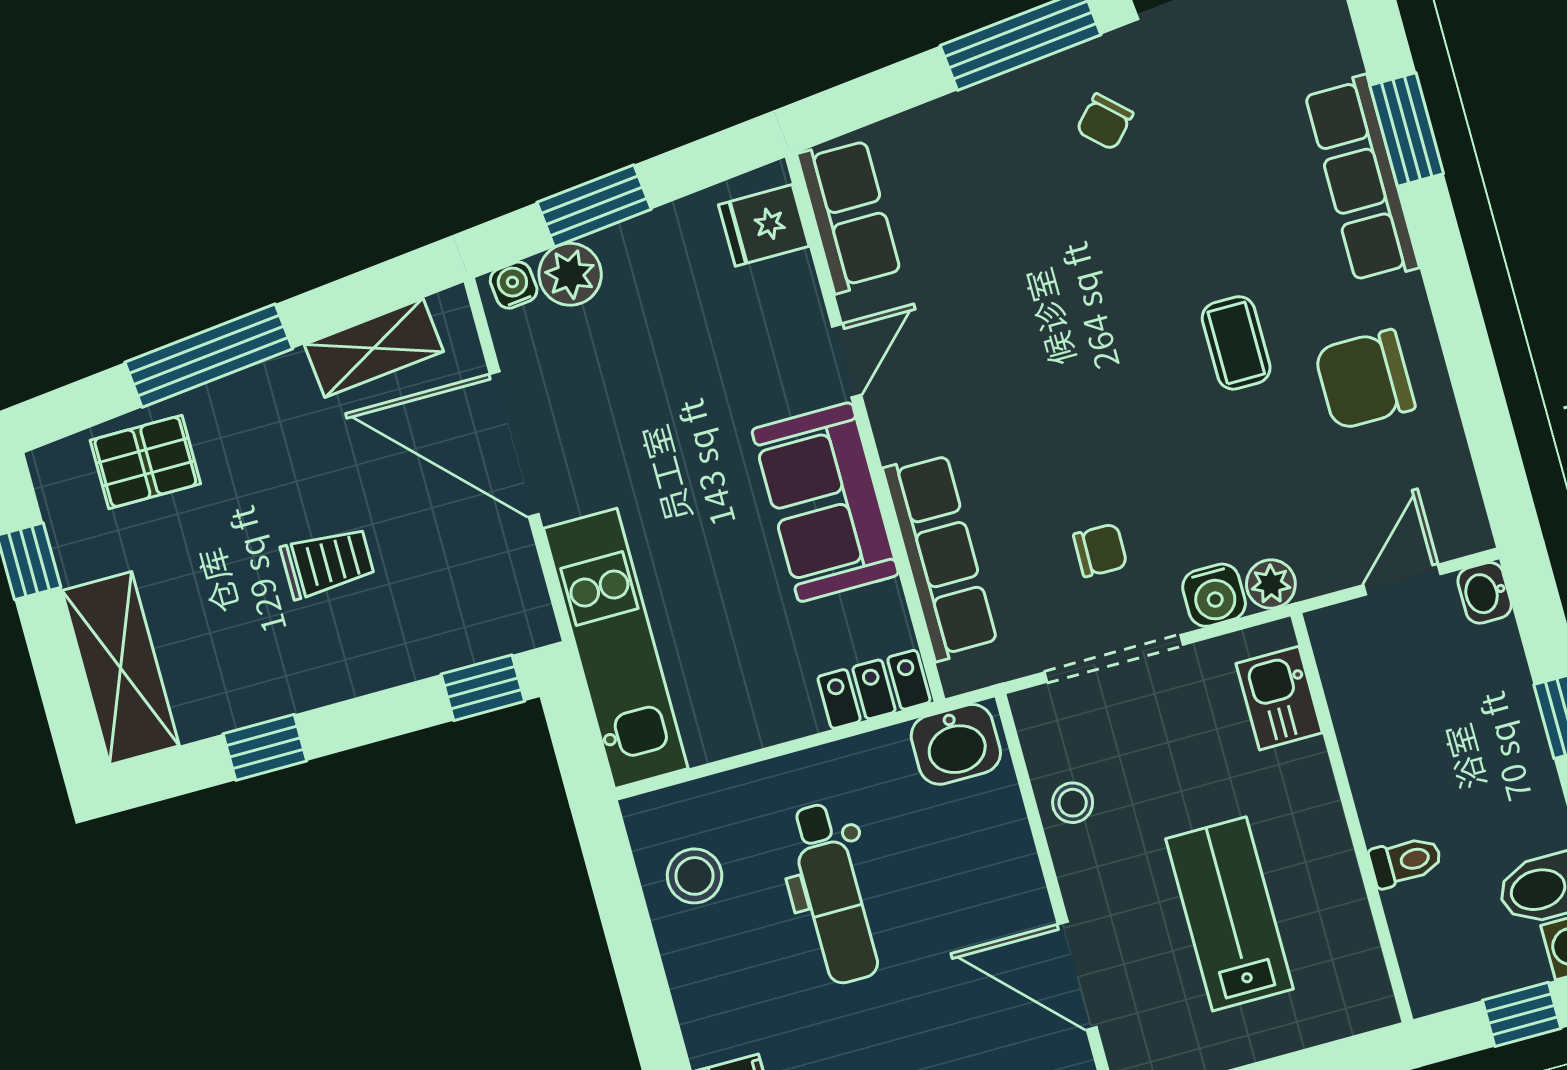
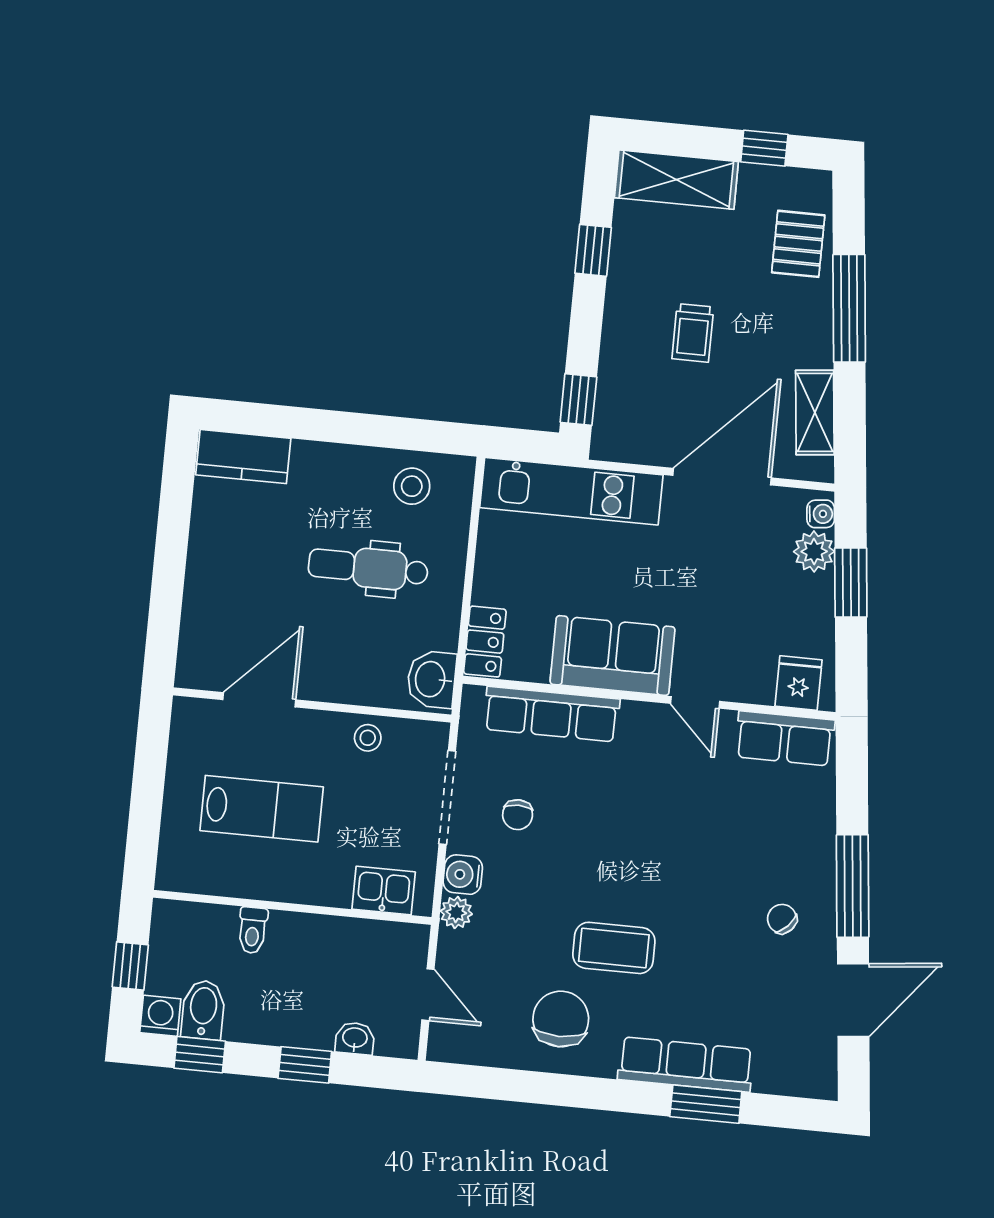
coffee table: (1236, 343) -> (614, 948), width x1.36, depth x1.30
washbasin: (1485, 593) -> (355, 1038), moved

